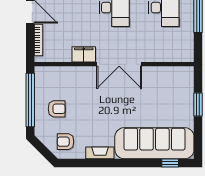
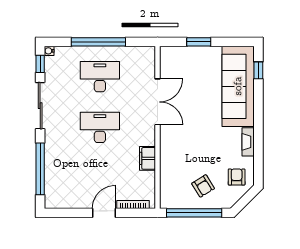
double door: (119, 64) -> (158, 102), moved
armchair: (57, 109) -> (203, 186), turned 148
armchair: (66, 142) -> (237, 177), turned 180

